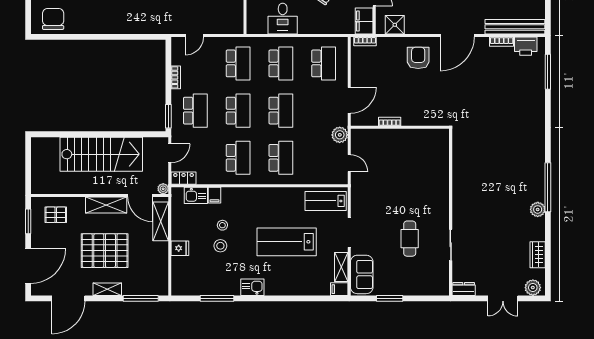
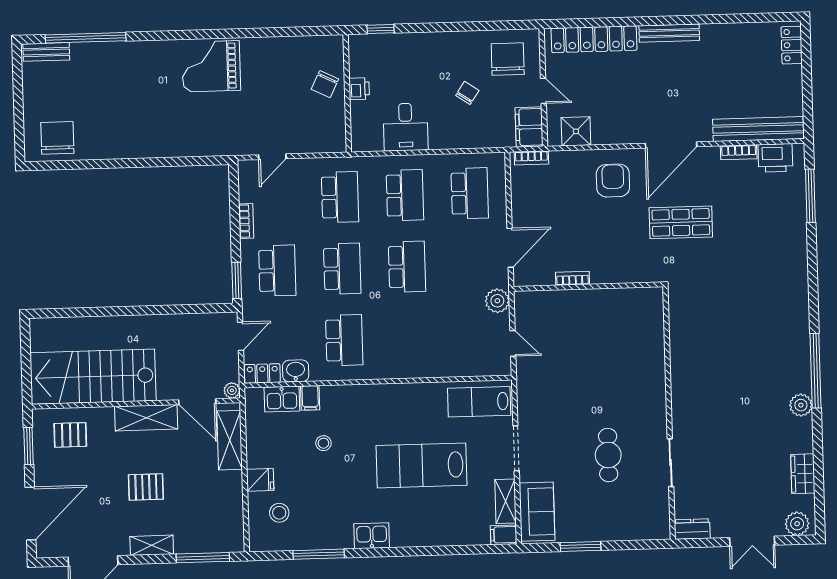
shop shelf: (462, 87) -> (681, 222), added
stairs: (101, 154) -> (93, 377), moved, turned 180
school desk: (281, 158) -> (409, 338), removed
washbasin: (205, 177) -> (296, 371), added
stool: (220, 246) -> (279, 513), moved
pallet: (105, 251) -> (146, 487), width x0.49, depth x0.50

